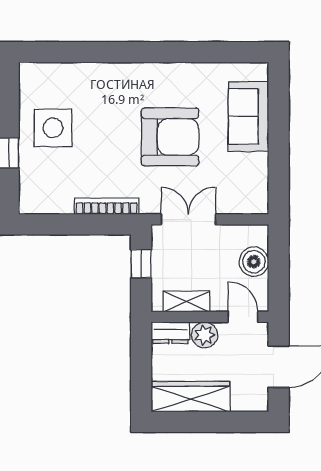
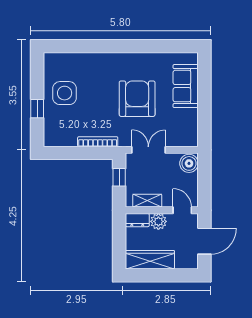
armchair: (170, 137) -> (137, 99), turned -90
boiler: (254, 262) -> (189, 163), moved

